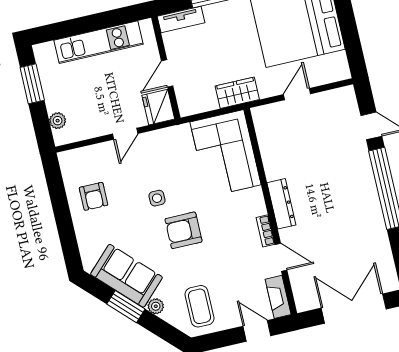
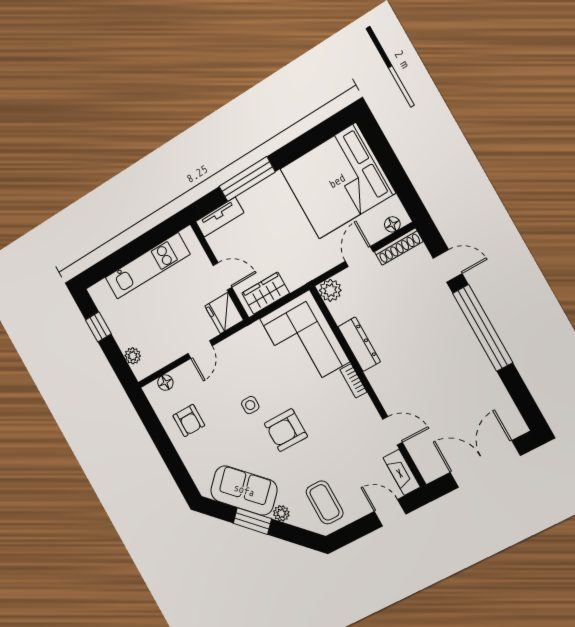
door: (167, 73) -> (223, 276), swing flipped
floor lamp: (334, 75) -> (392, 224), added
window: (32, 84) -> (98, 327), width x0.67
wardrobe: (237, 93) -> (266, 293), moved
shoe rack: (334, 96) -> (399, 247), added
plant: (262, 116) -> (330, 290), added
floor lamp: (82, 155) -> (165, 383), added
dresser: (281, 204) -> (359, 344), moved
bookcase: (265, 231) -> (353, 381), moved

